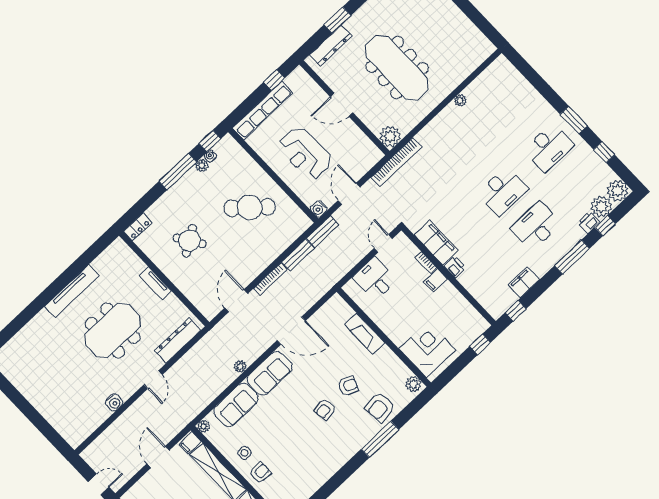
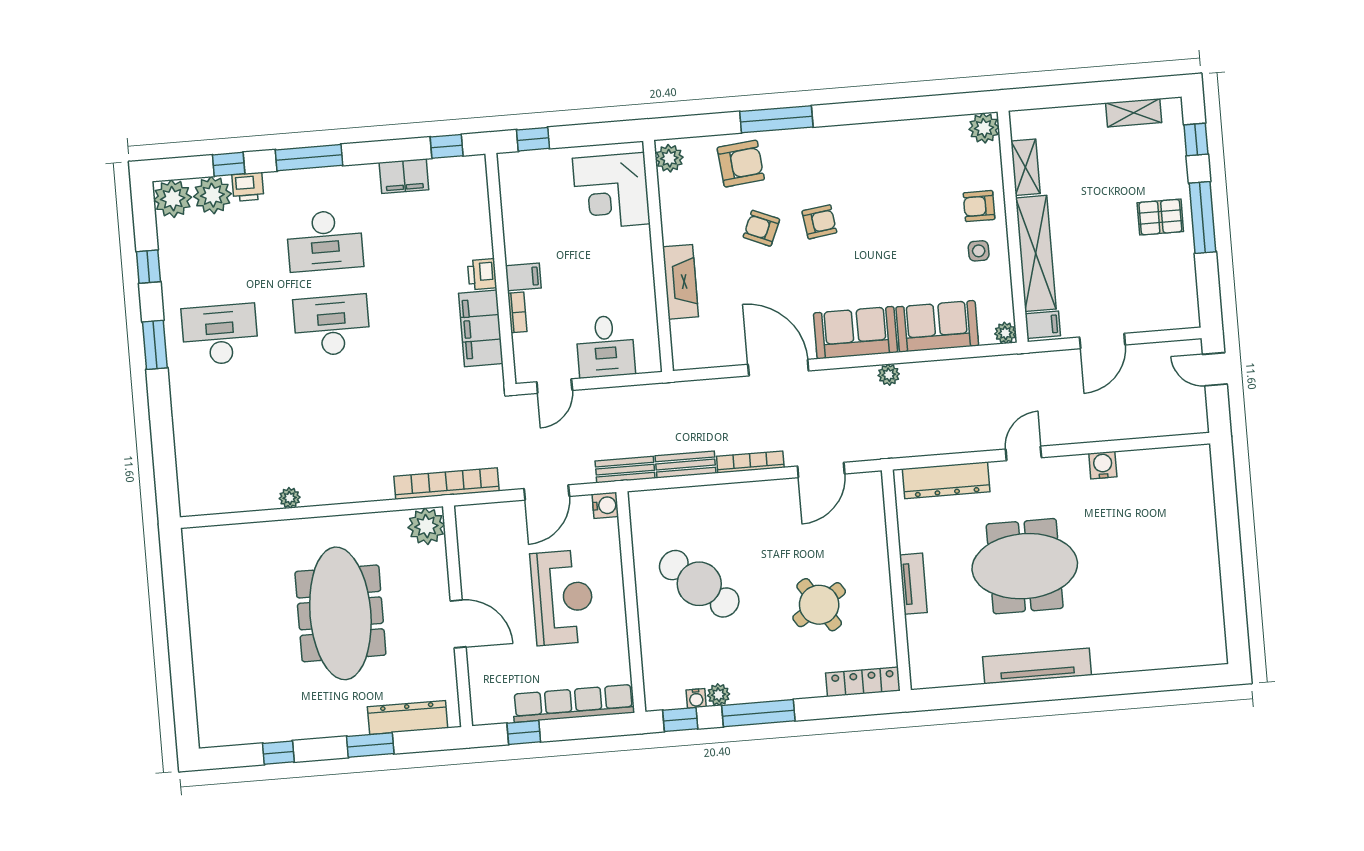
locker: (138, 227) -> (863, 682), width x1.53

